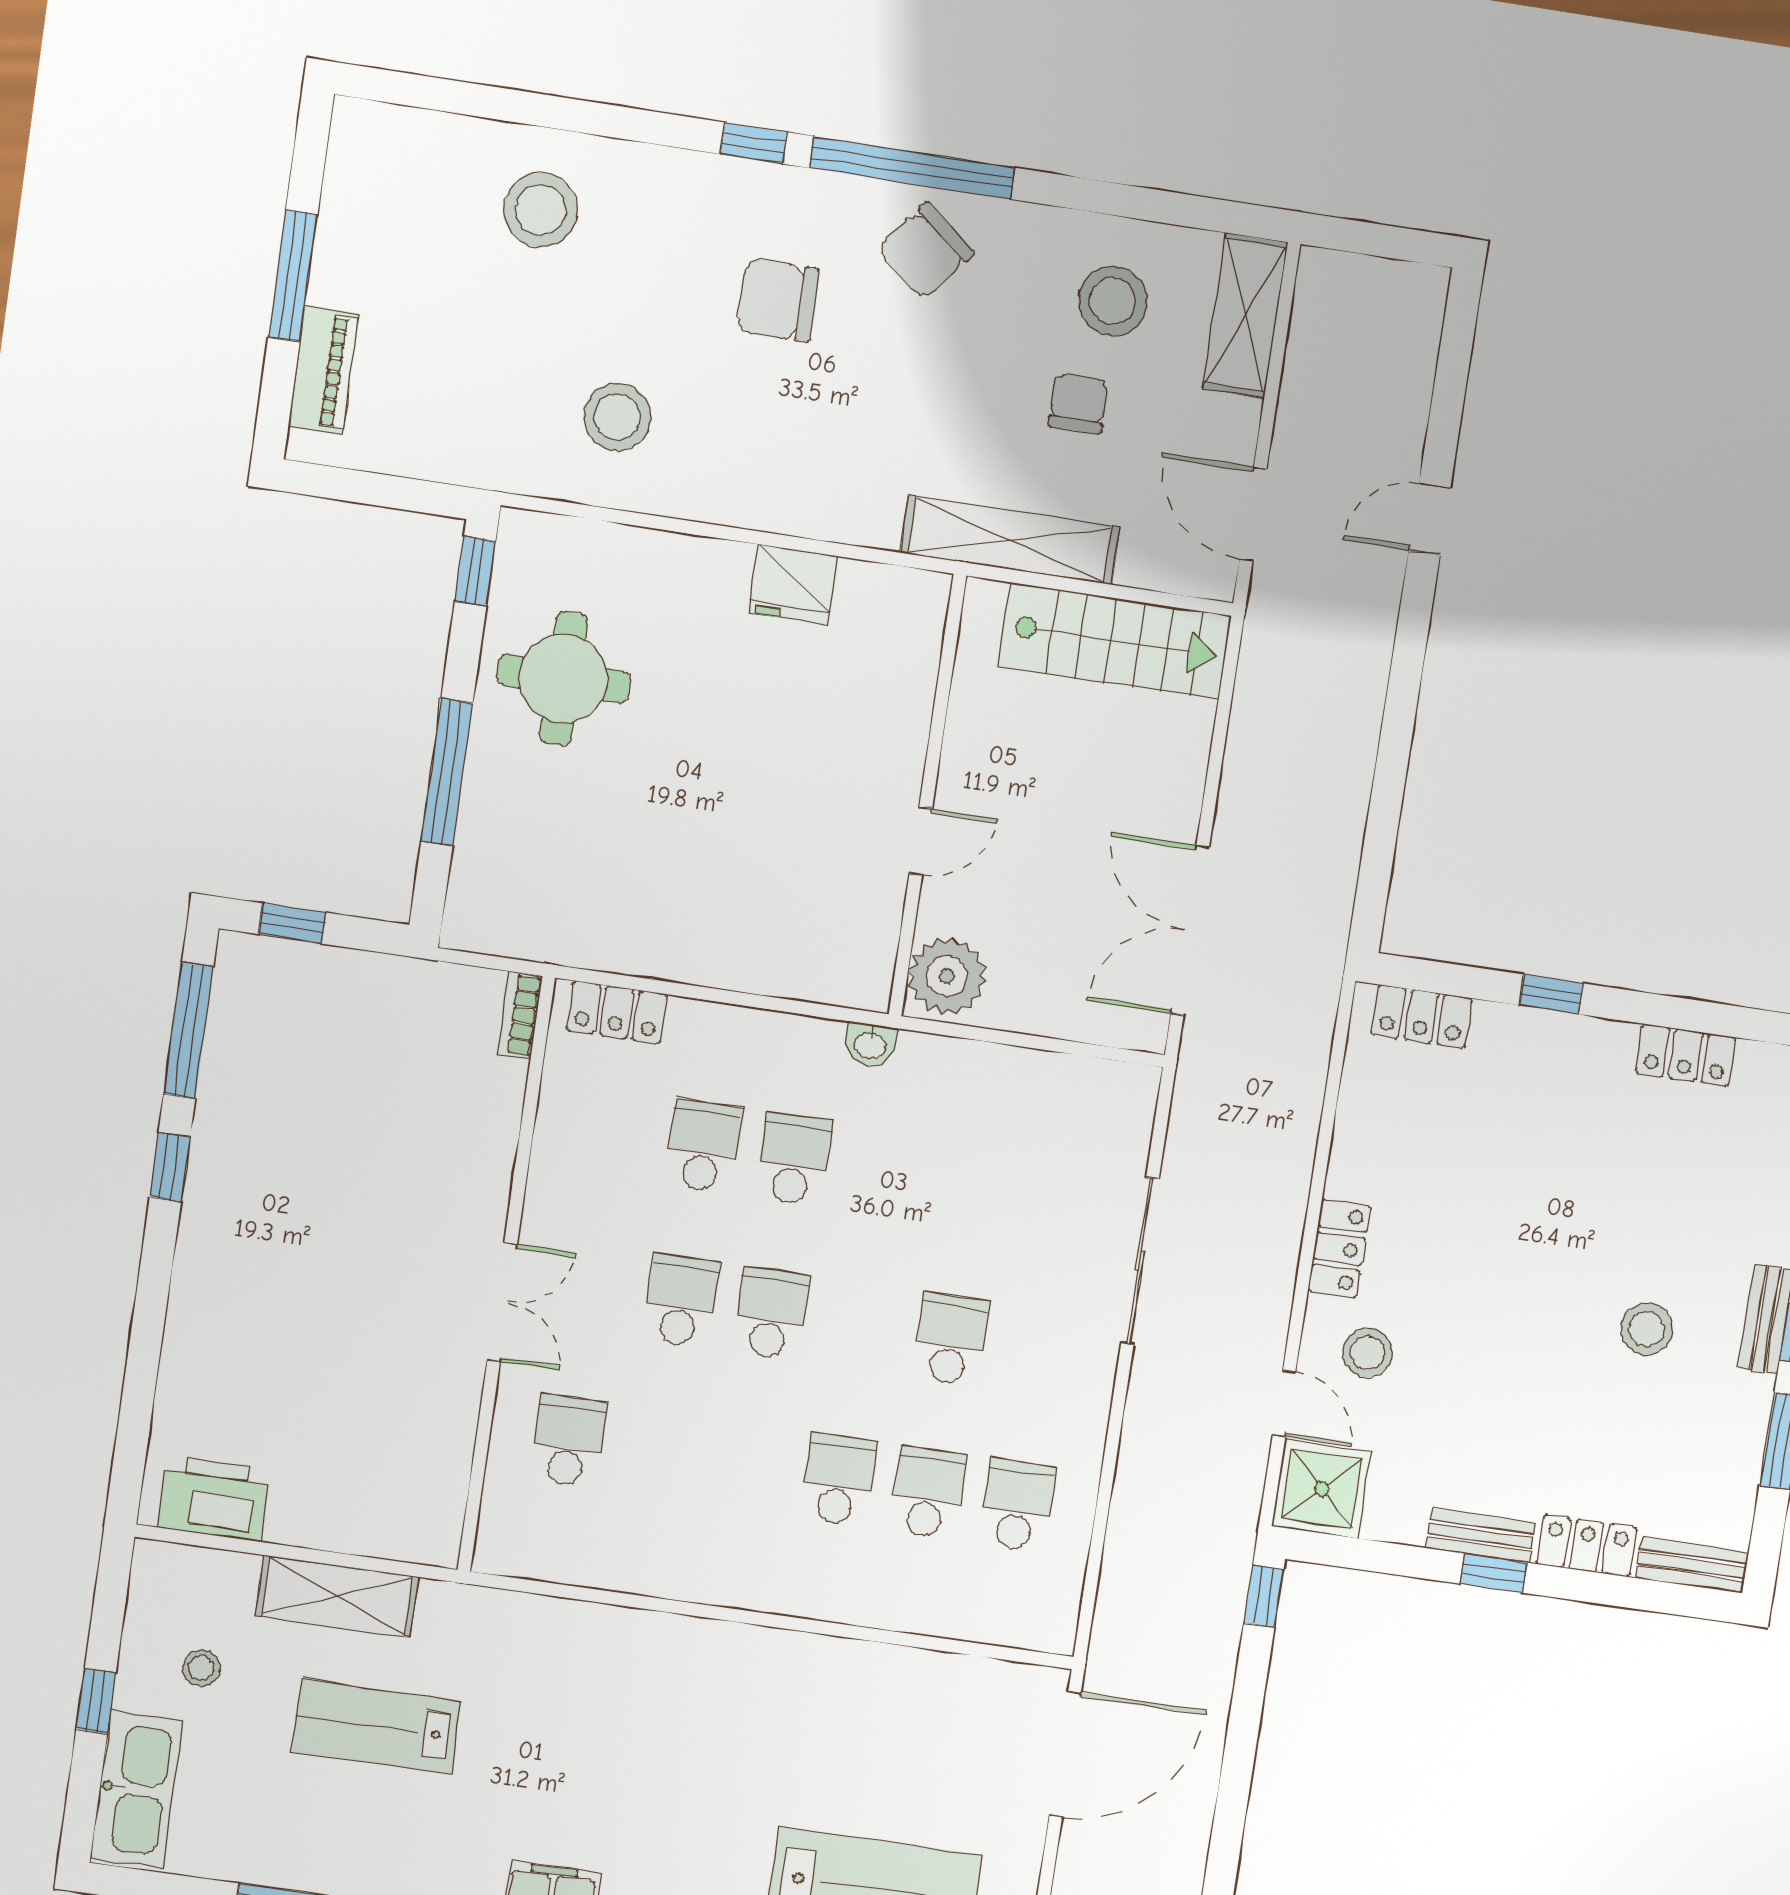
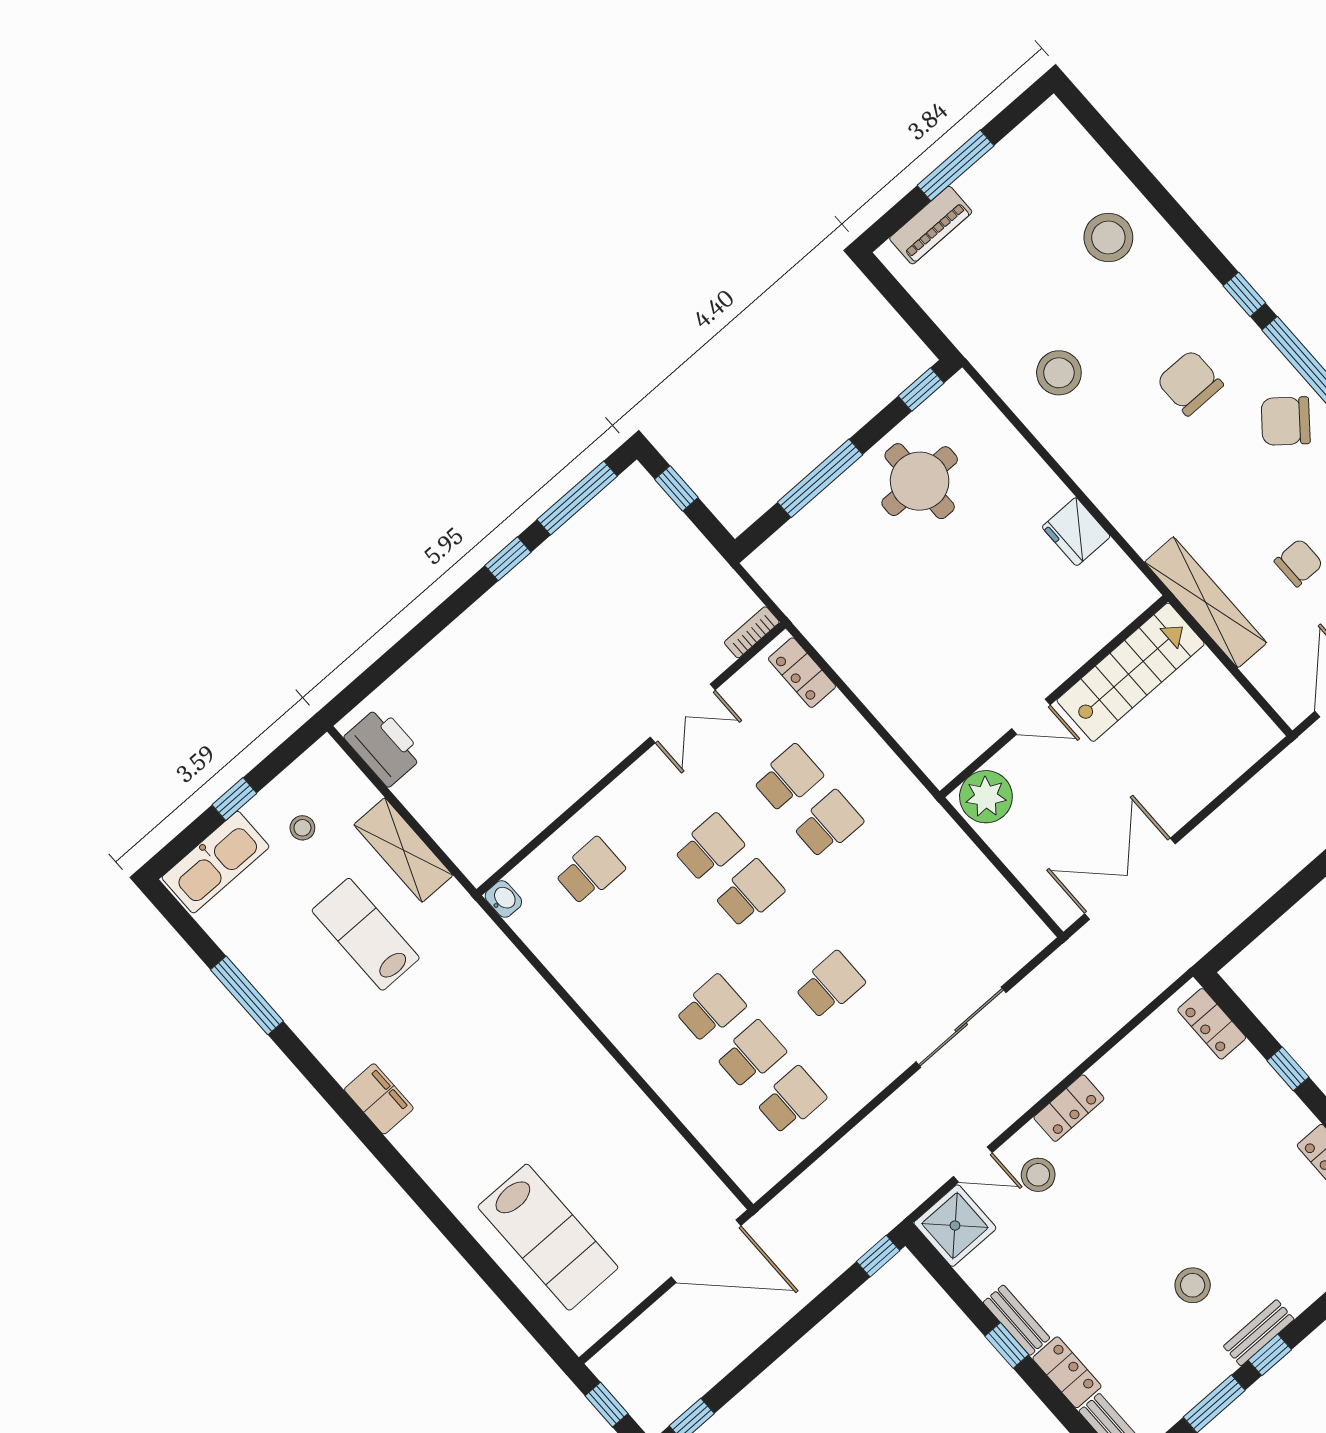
stairs: (1114, 641) -> (1131, 672), moved, turned -90
washbasin: (870, 1045) -> (503, 899), moved, turned 180
double door: (502, 1302) -> (683, 714), moved
door: (1284, 1404) -> (973, 1165), hinge flipped

